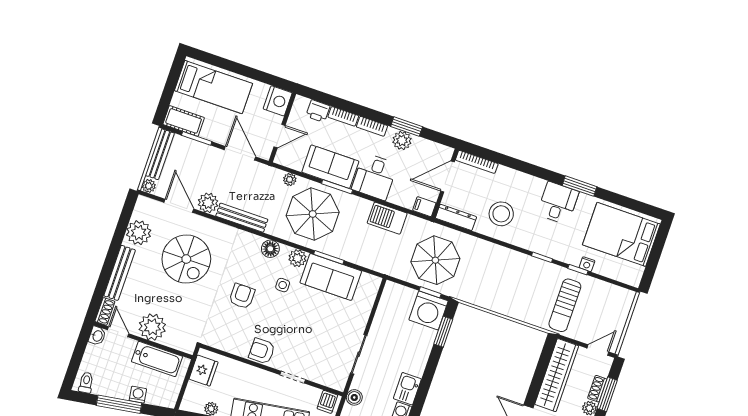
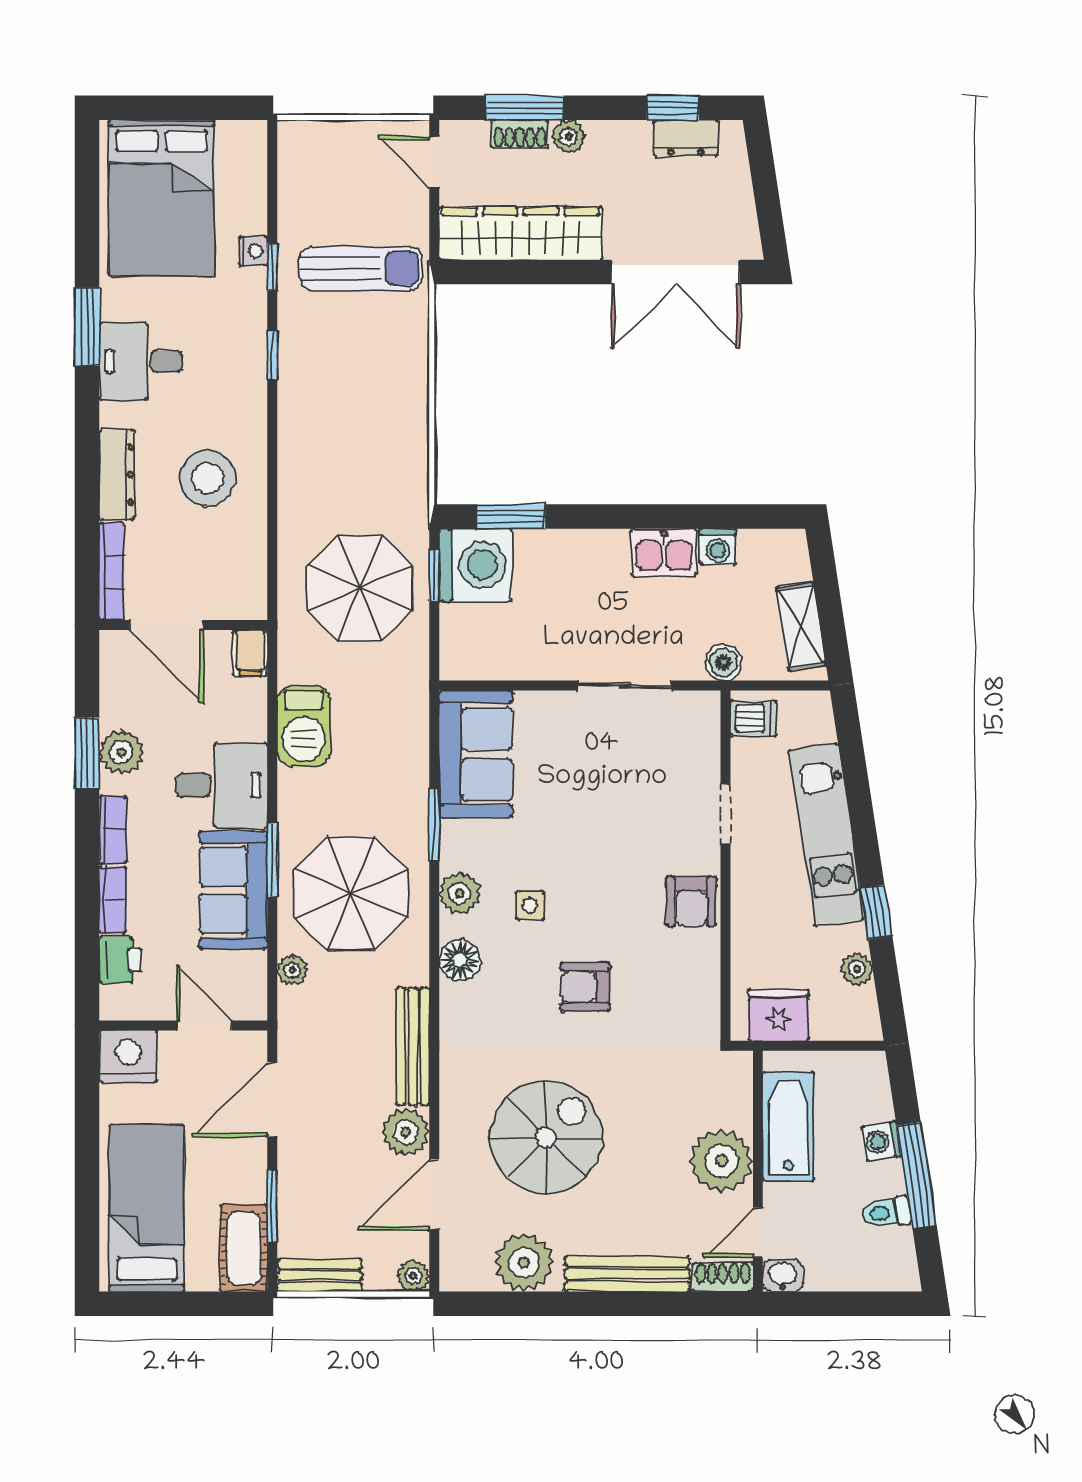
bench: (160, 154) -> (320, 1275), width x0.73
dresser: (456, 217) -> (117, 475), moved, turned 180
sofa: (331, 277) -> (476, 754), moved
toilet: (86, 383) -> (886, 1212), moved

